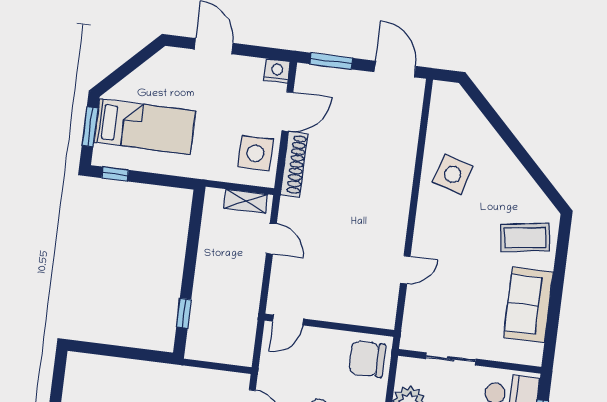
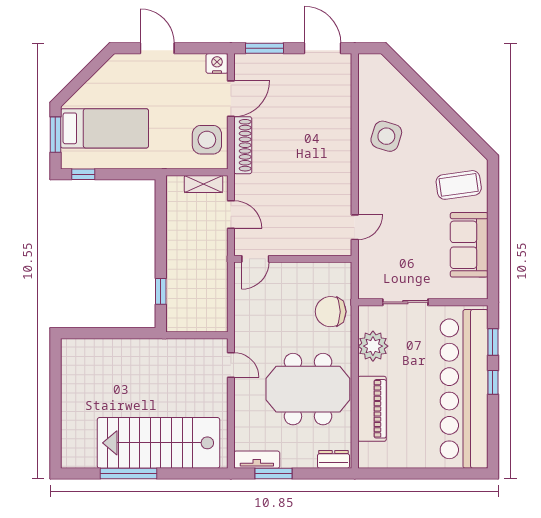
door: (288, 320) -> (255, 259), moved
wall: (329, 325) -> (293, 259), moved

